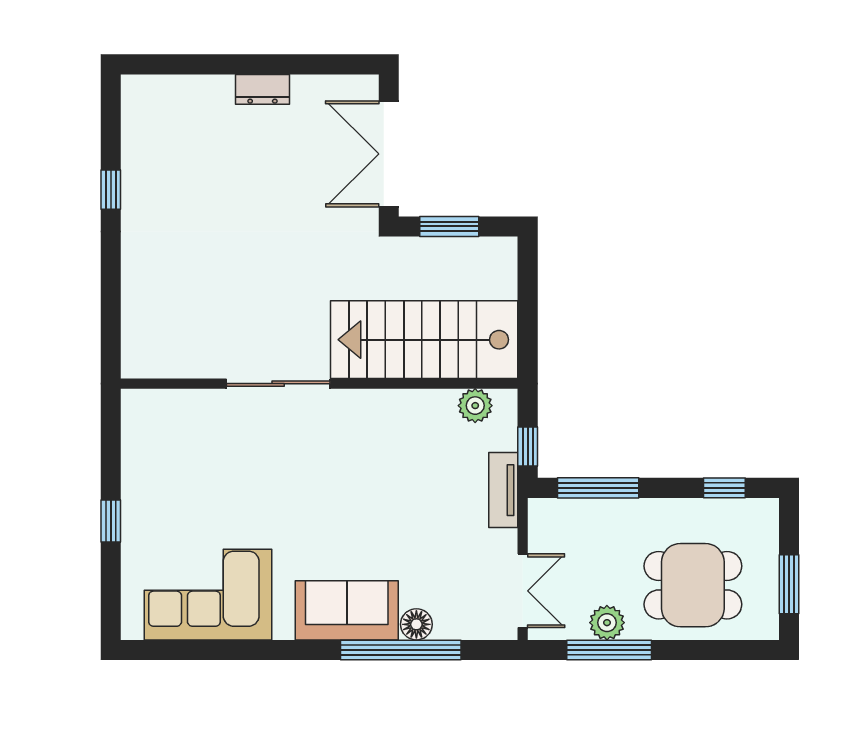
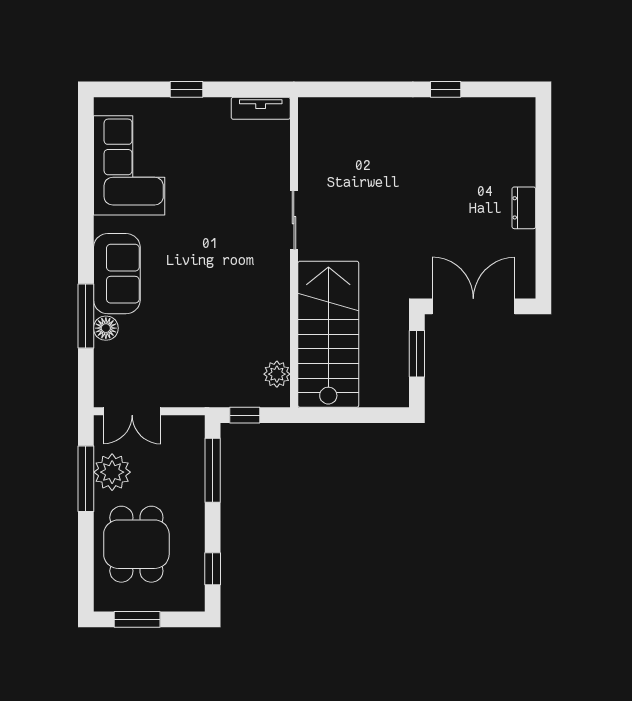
sliding door: (278, 384) -> (294, 220), width x0.73
tv unit: (503, 490) -> (261, 108), moved, turned 180
plant: (607, 623) -> (112, 472), width x1.36, depth x1.36
window: (401, 650) -> (86, 316), width x0.68

